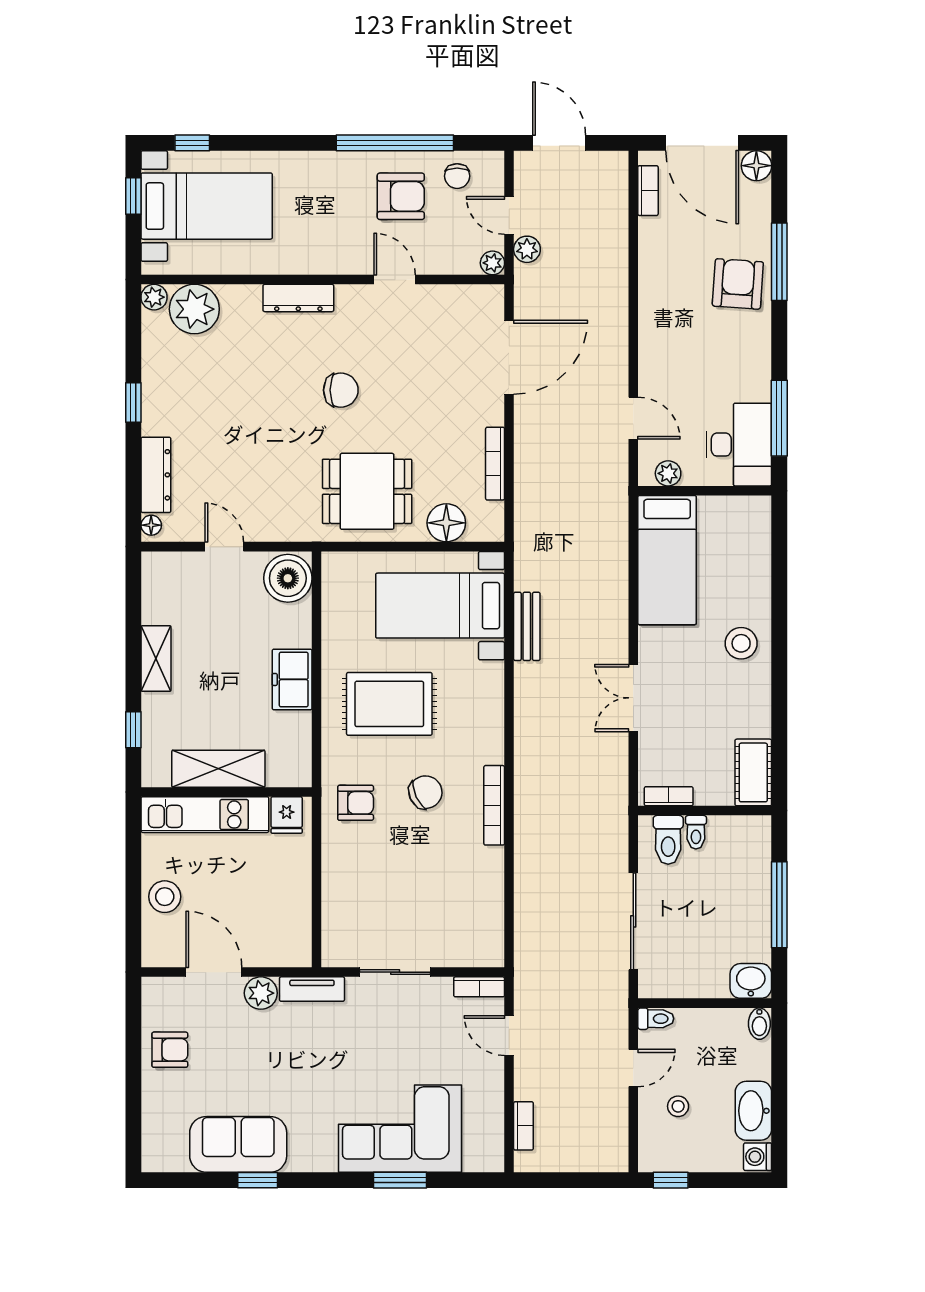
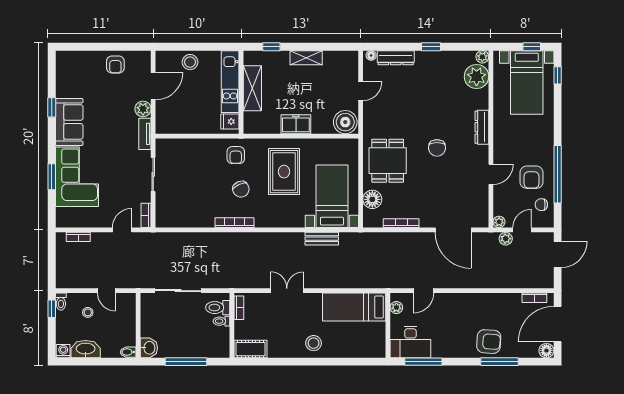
toilet: (656, 1019) -> (61, 301), moved
sofa: (238, 1144) -> (69, 122), moved

